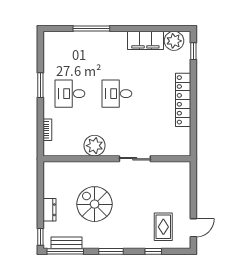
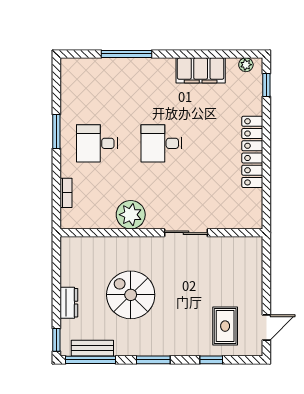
plant: (174, 41) -> (246, 65), width x0.53, depth x0.53

